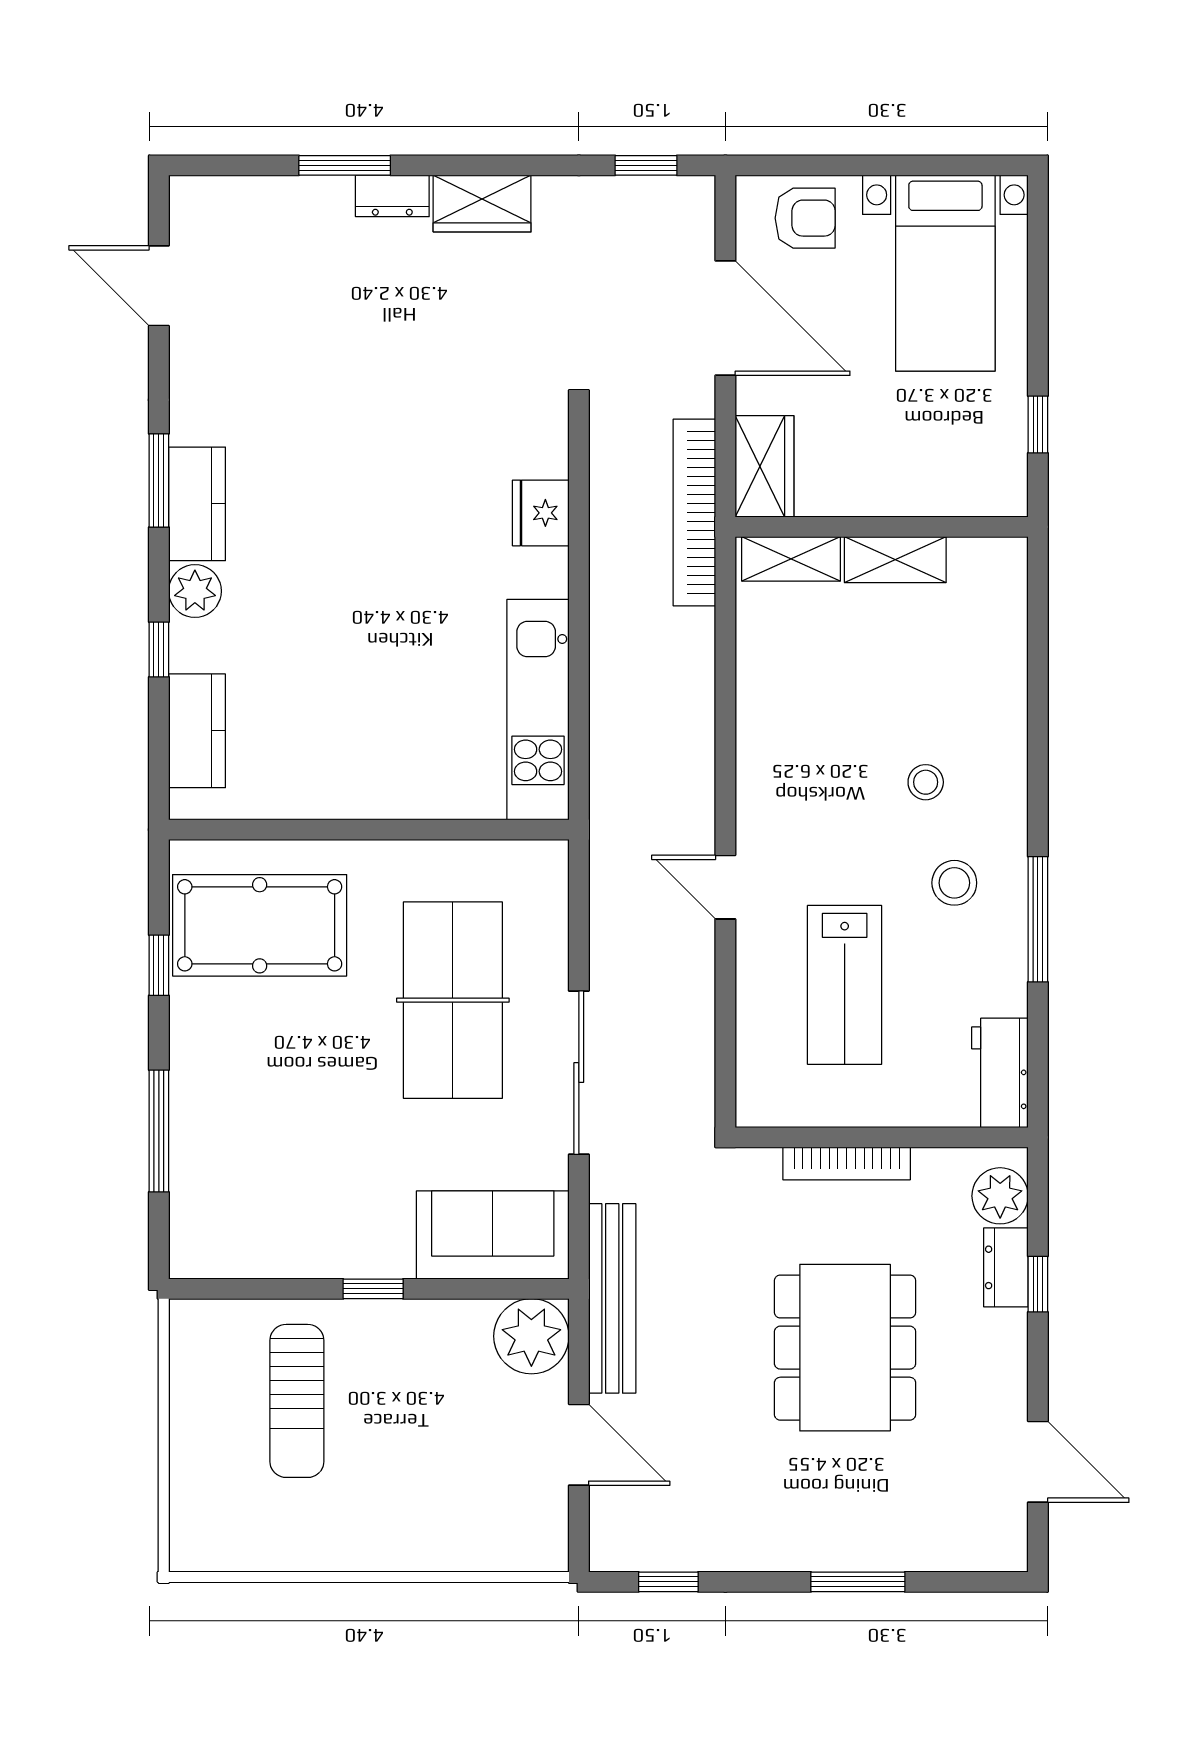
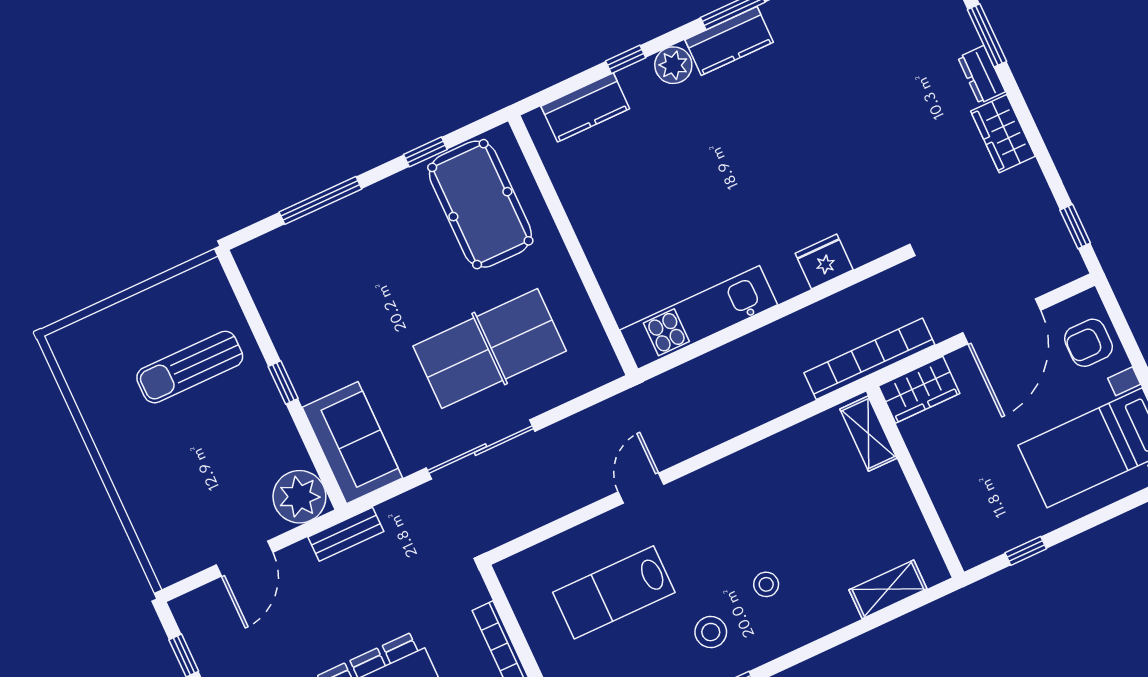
armchair: (805, 218) -> (1088, 343), turned 90
shelving: (895, 560) -> (888, 589), moved, turned 90
bench: (612, 1298) -> (346, 534), width x0.54, depth x0.82

